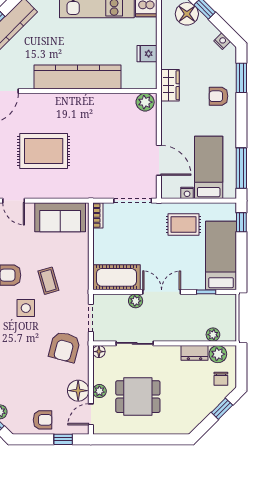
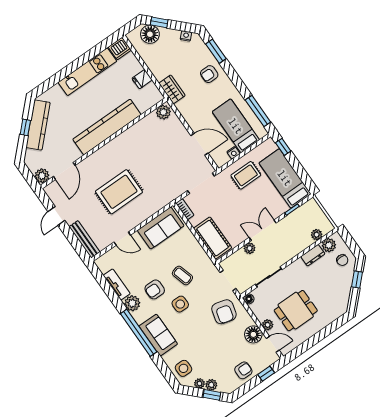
cot: (117, 277) -> (213, 238), moved, turned 90
door: (91, 414) -> (273, 344), swing flipped

